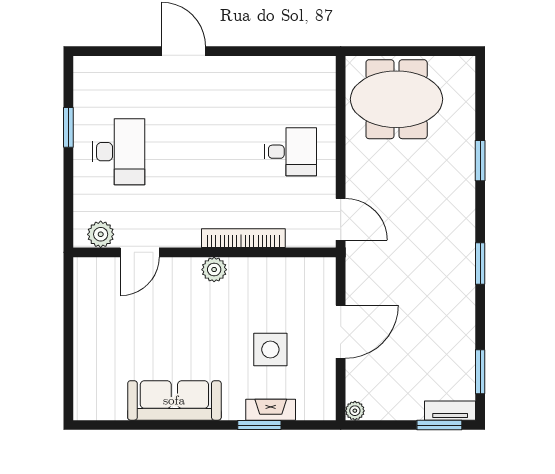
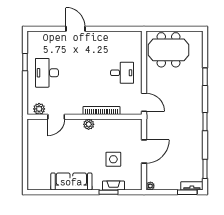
desk: (119, 152) -> (47, 73), turned 180

